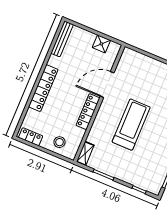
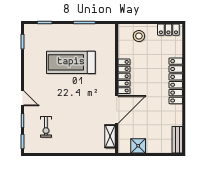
bench: (62, 39) -> (177, 140), width x0.73
treadmill: (131, 125) -> (71, 62), moved, turned 90
shelving: (85, 153) -> (110, 136), moved

